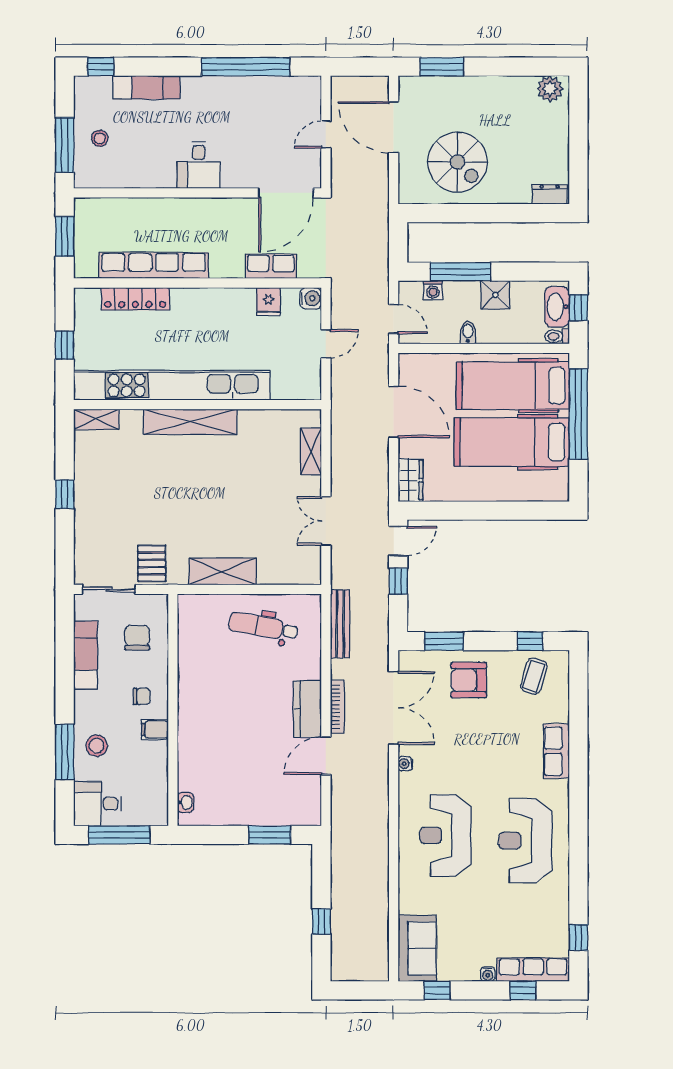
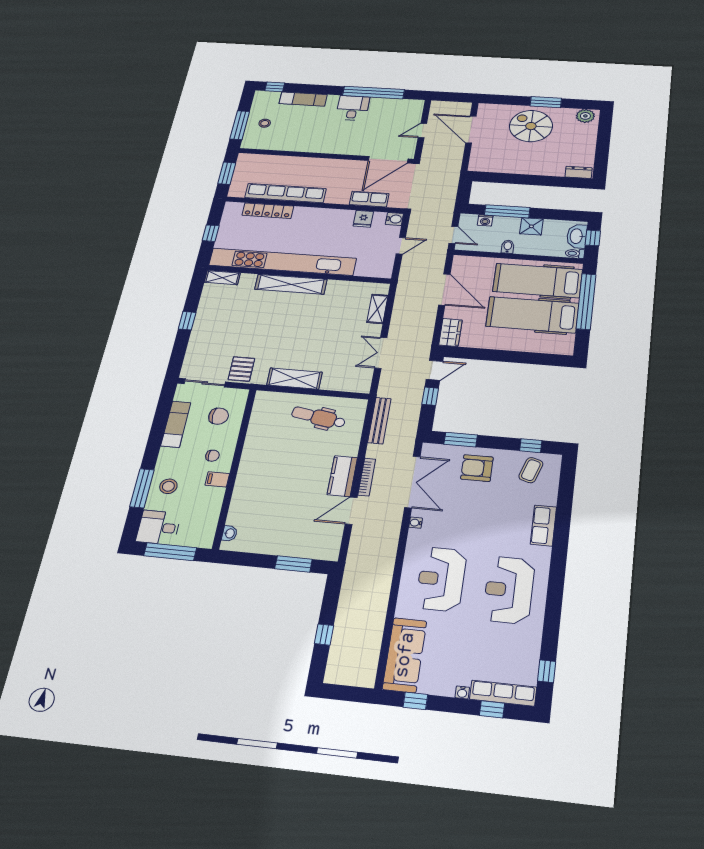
window: (442, 67) -> (546, 102), moved
spiral stairs: (457, 162) -> (531, 126), moved, turned 180
desk: (199, 165) -> (353, 108), moved, turned 180
chair: (137, 638) -> (219, 416), turned 90
sofa: (417, 948) -> (405, 655), width x1.36

